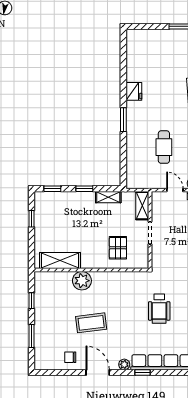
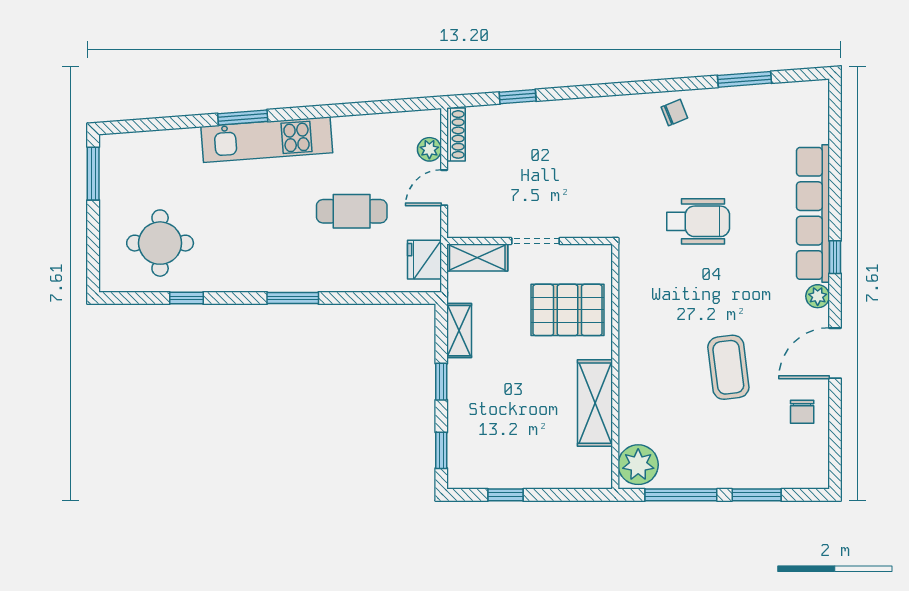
round table: (149, 58) -> (160, 243), added
window: (123, 70) -> (186, 298), added
fridge: (134, 91) -> (424, 260), moved, turned -90
pallet: (118, 248) -> (567, 310), width x1.50, depth x1.42
shelving: (60, 261) -> (595, 403), moved
plant: (82, 281) -> (638, 465), moved
window: (32, 301) -> (681, 495), width x2.17

